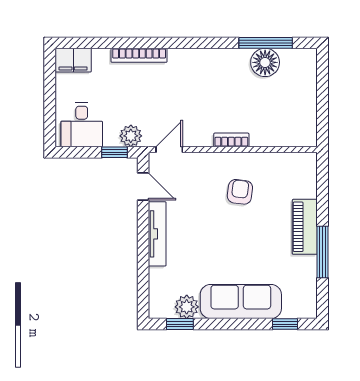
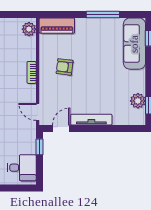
plant: (131, 136) -> (29, 29), moved
piano: (305, 227) -> (57, 26), moved
sofa: (241, 302) -> (134, 44), moved

